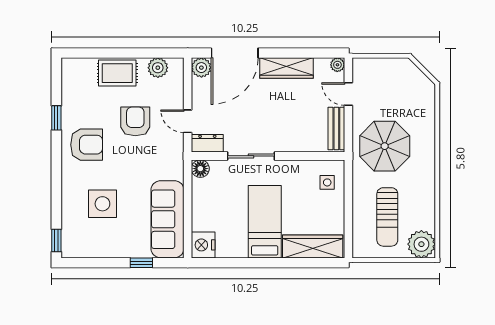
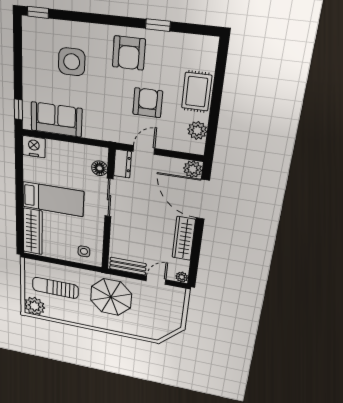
armchair: (135, 121) -> (148, 103), turned -90
floor lamp: (200, 169) -> (100, 168), moved
sofa: (167, 219) -> (56, 119), width x0.73
window: (141, 263) -> (18, 109), moved

